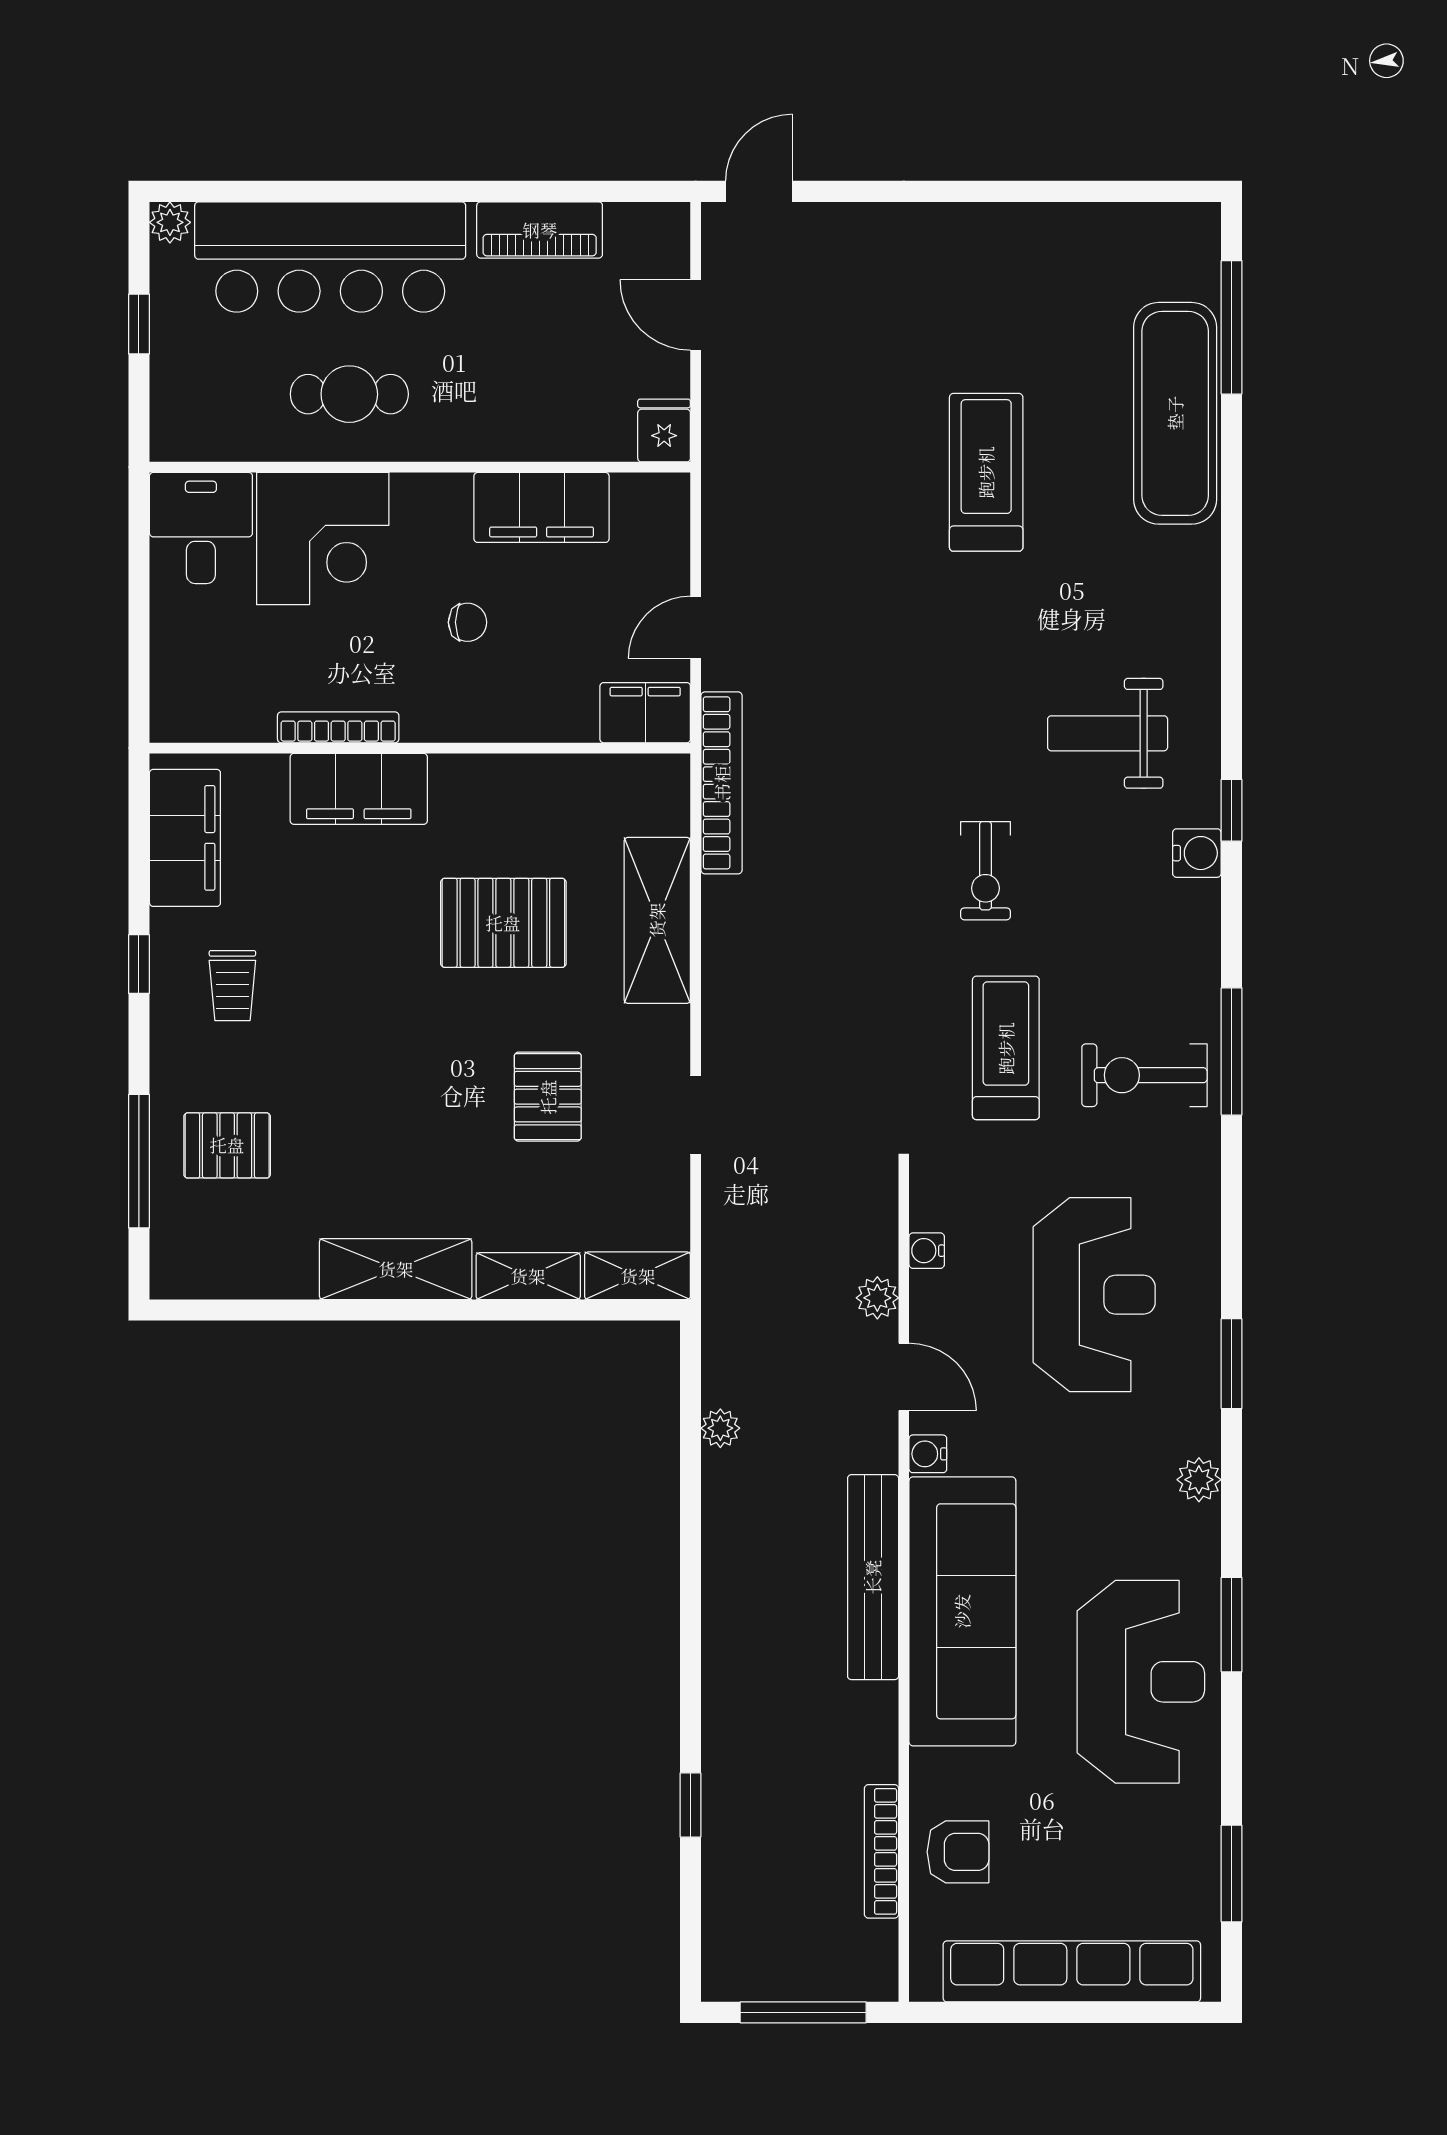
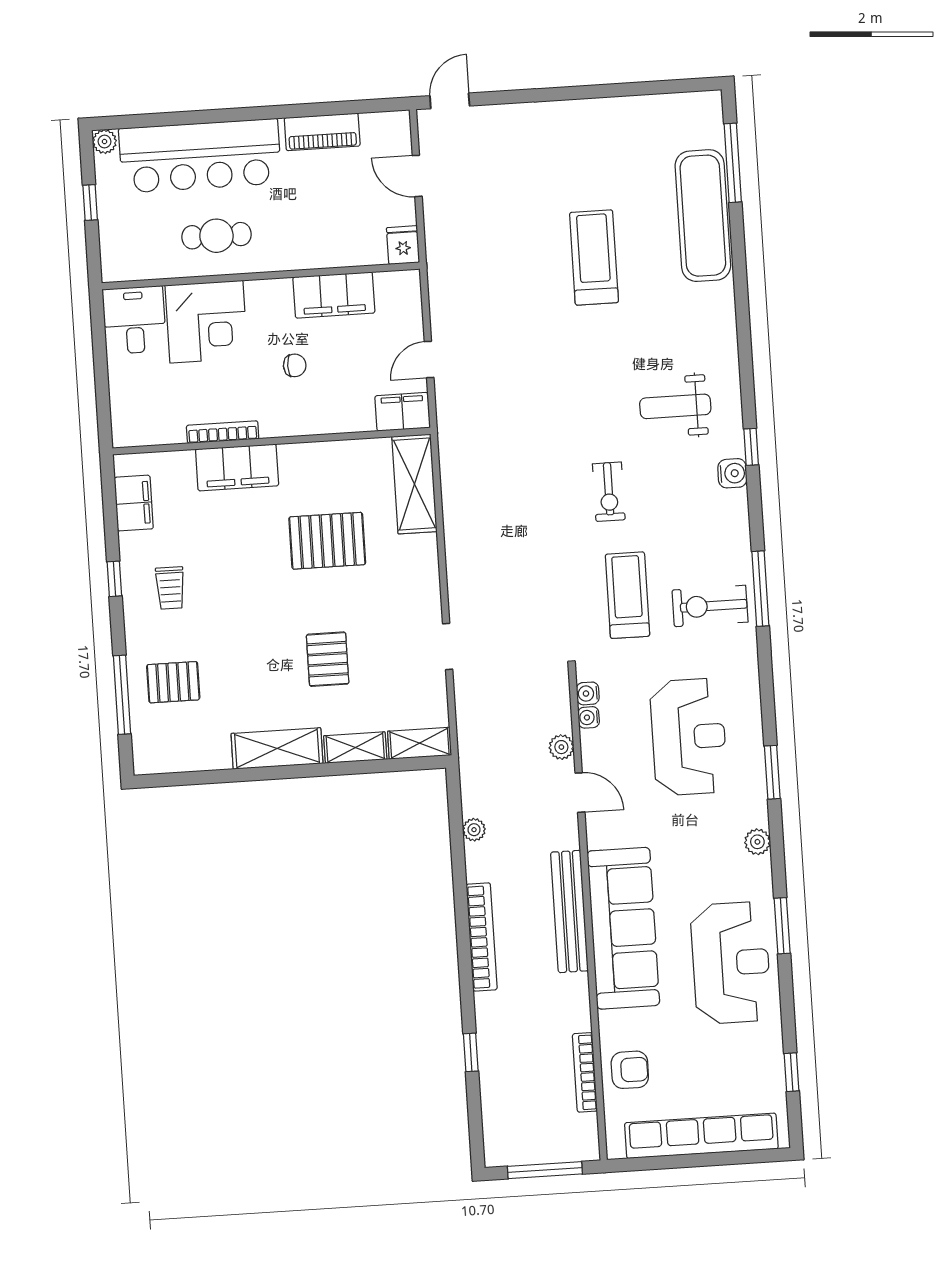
bookcase: (722, 783) -> (482, 937), moved
filing cabinet: (185, 838) -> (134, 503), width x0.67, depth x0.86
shelving: (657, 920) -> (414, 484), moved
pallet: (548, 1097) -> (328, 659), moved
water cooler: (928, 1454) -> (588, 693), moved
window: (1232, 1874) -> (792, 1072), width x0.67

